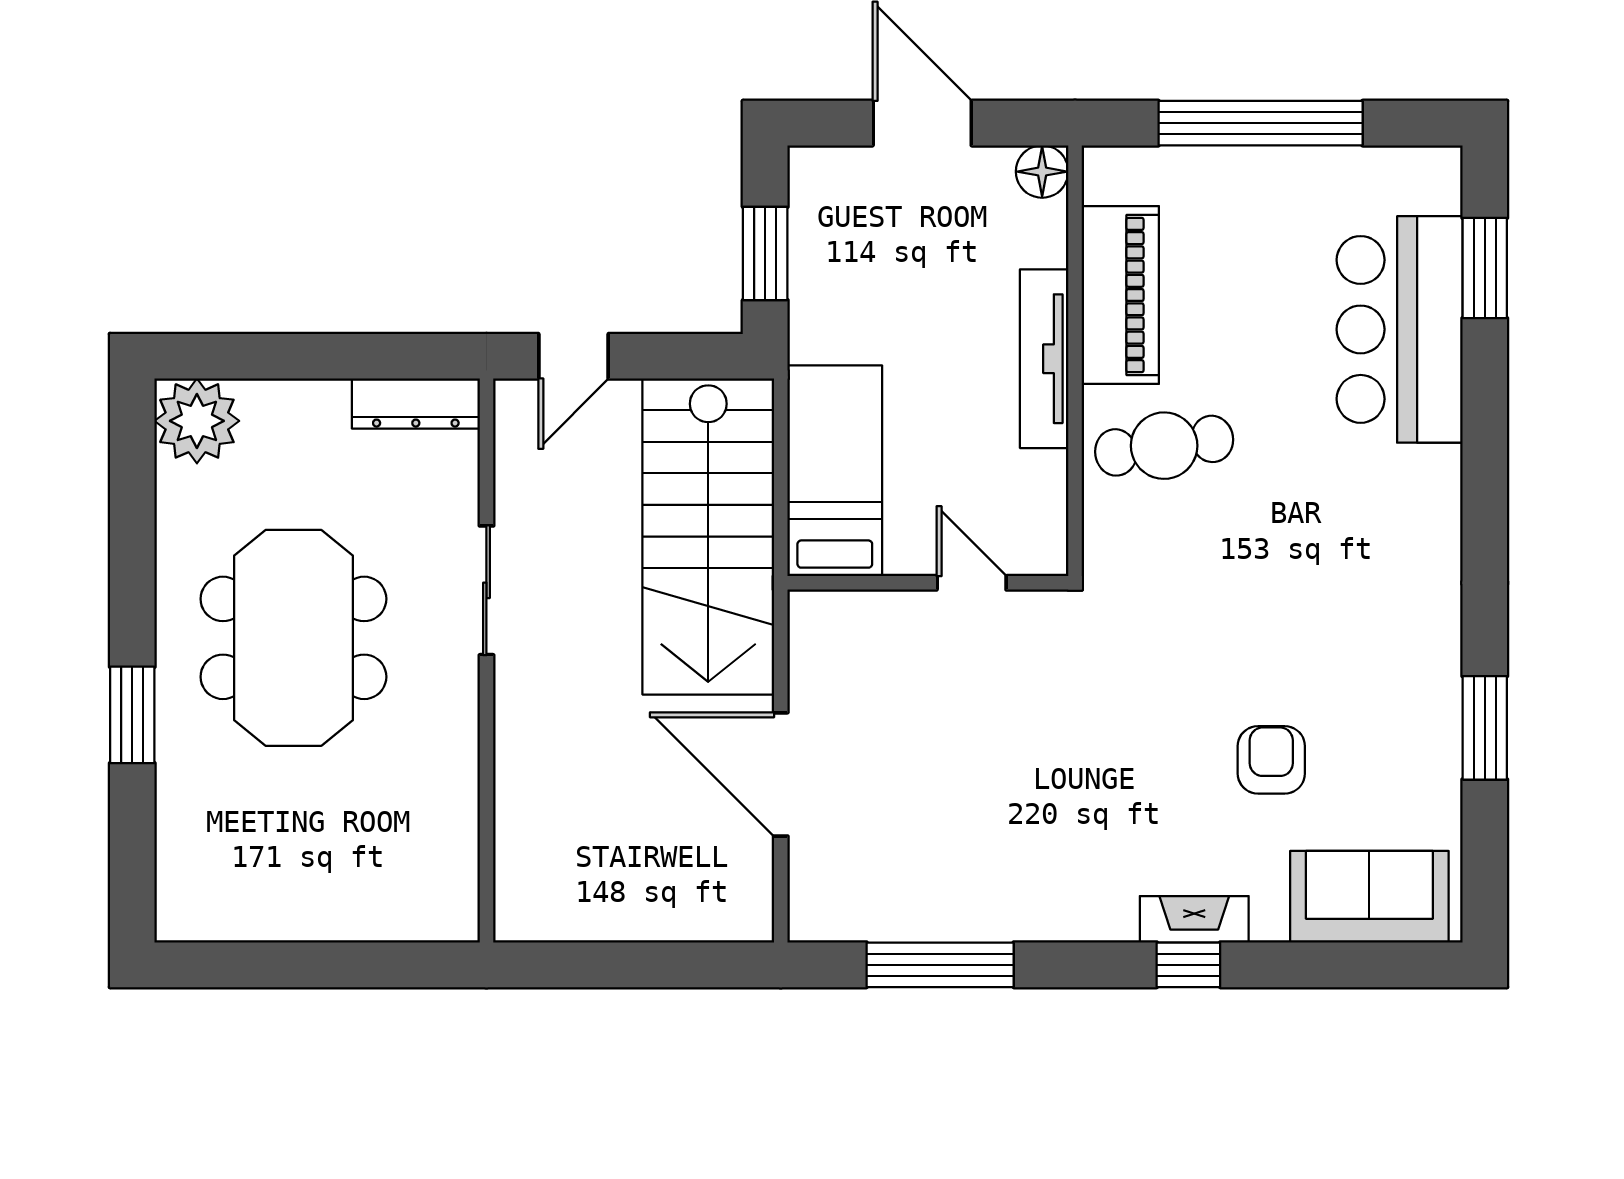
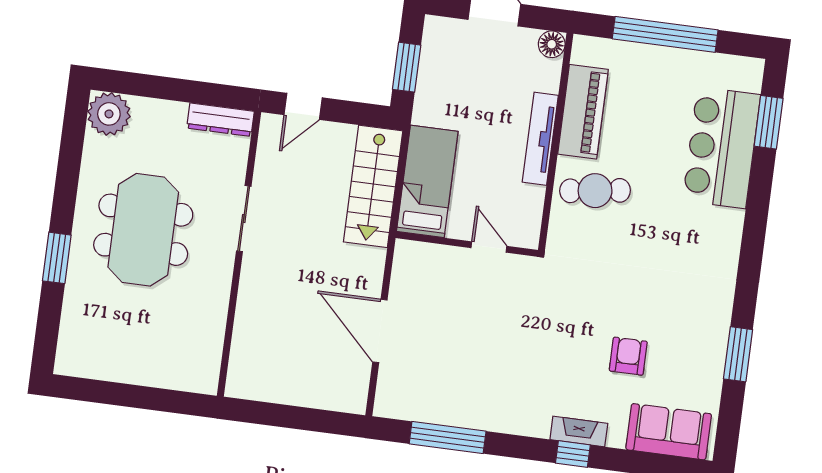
stairs: (708, 537) -> (373, 186), width x0.73, depth x0.66

